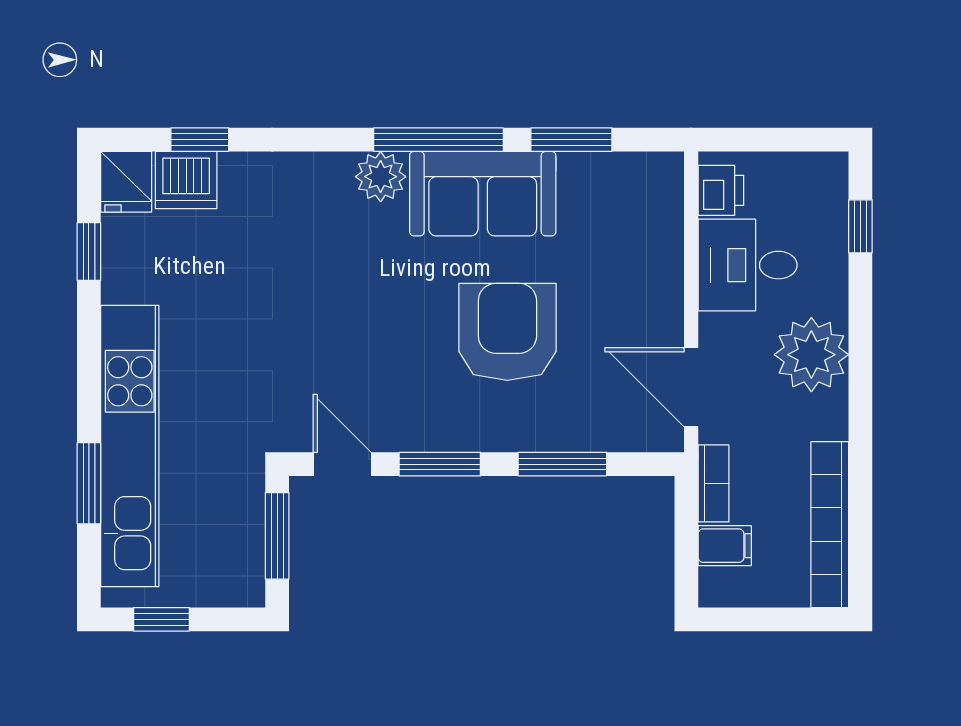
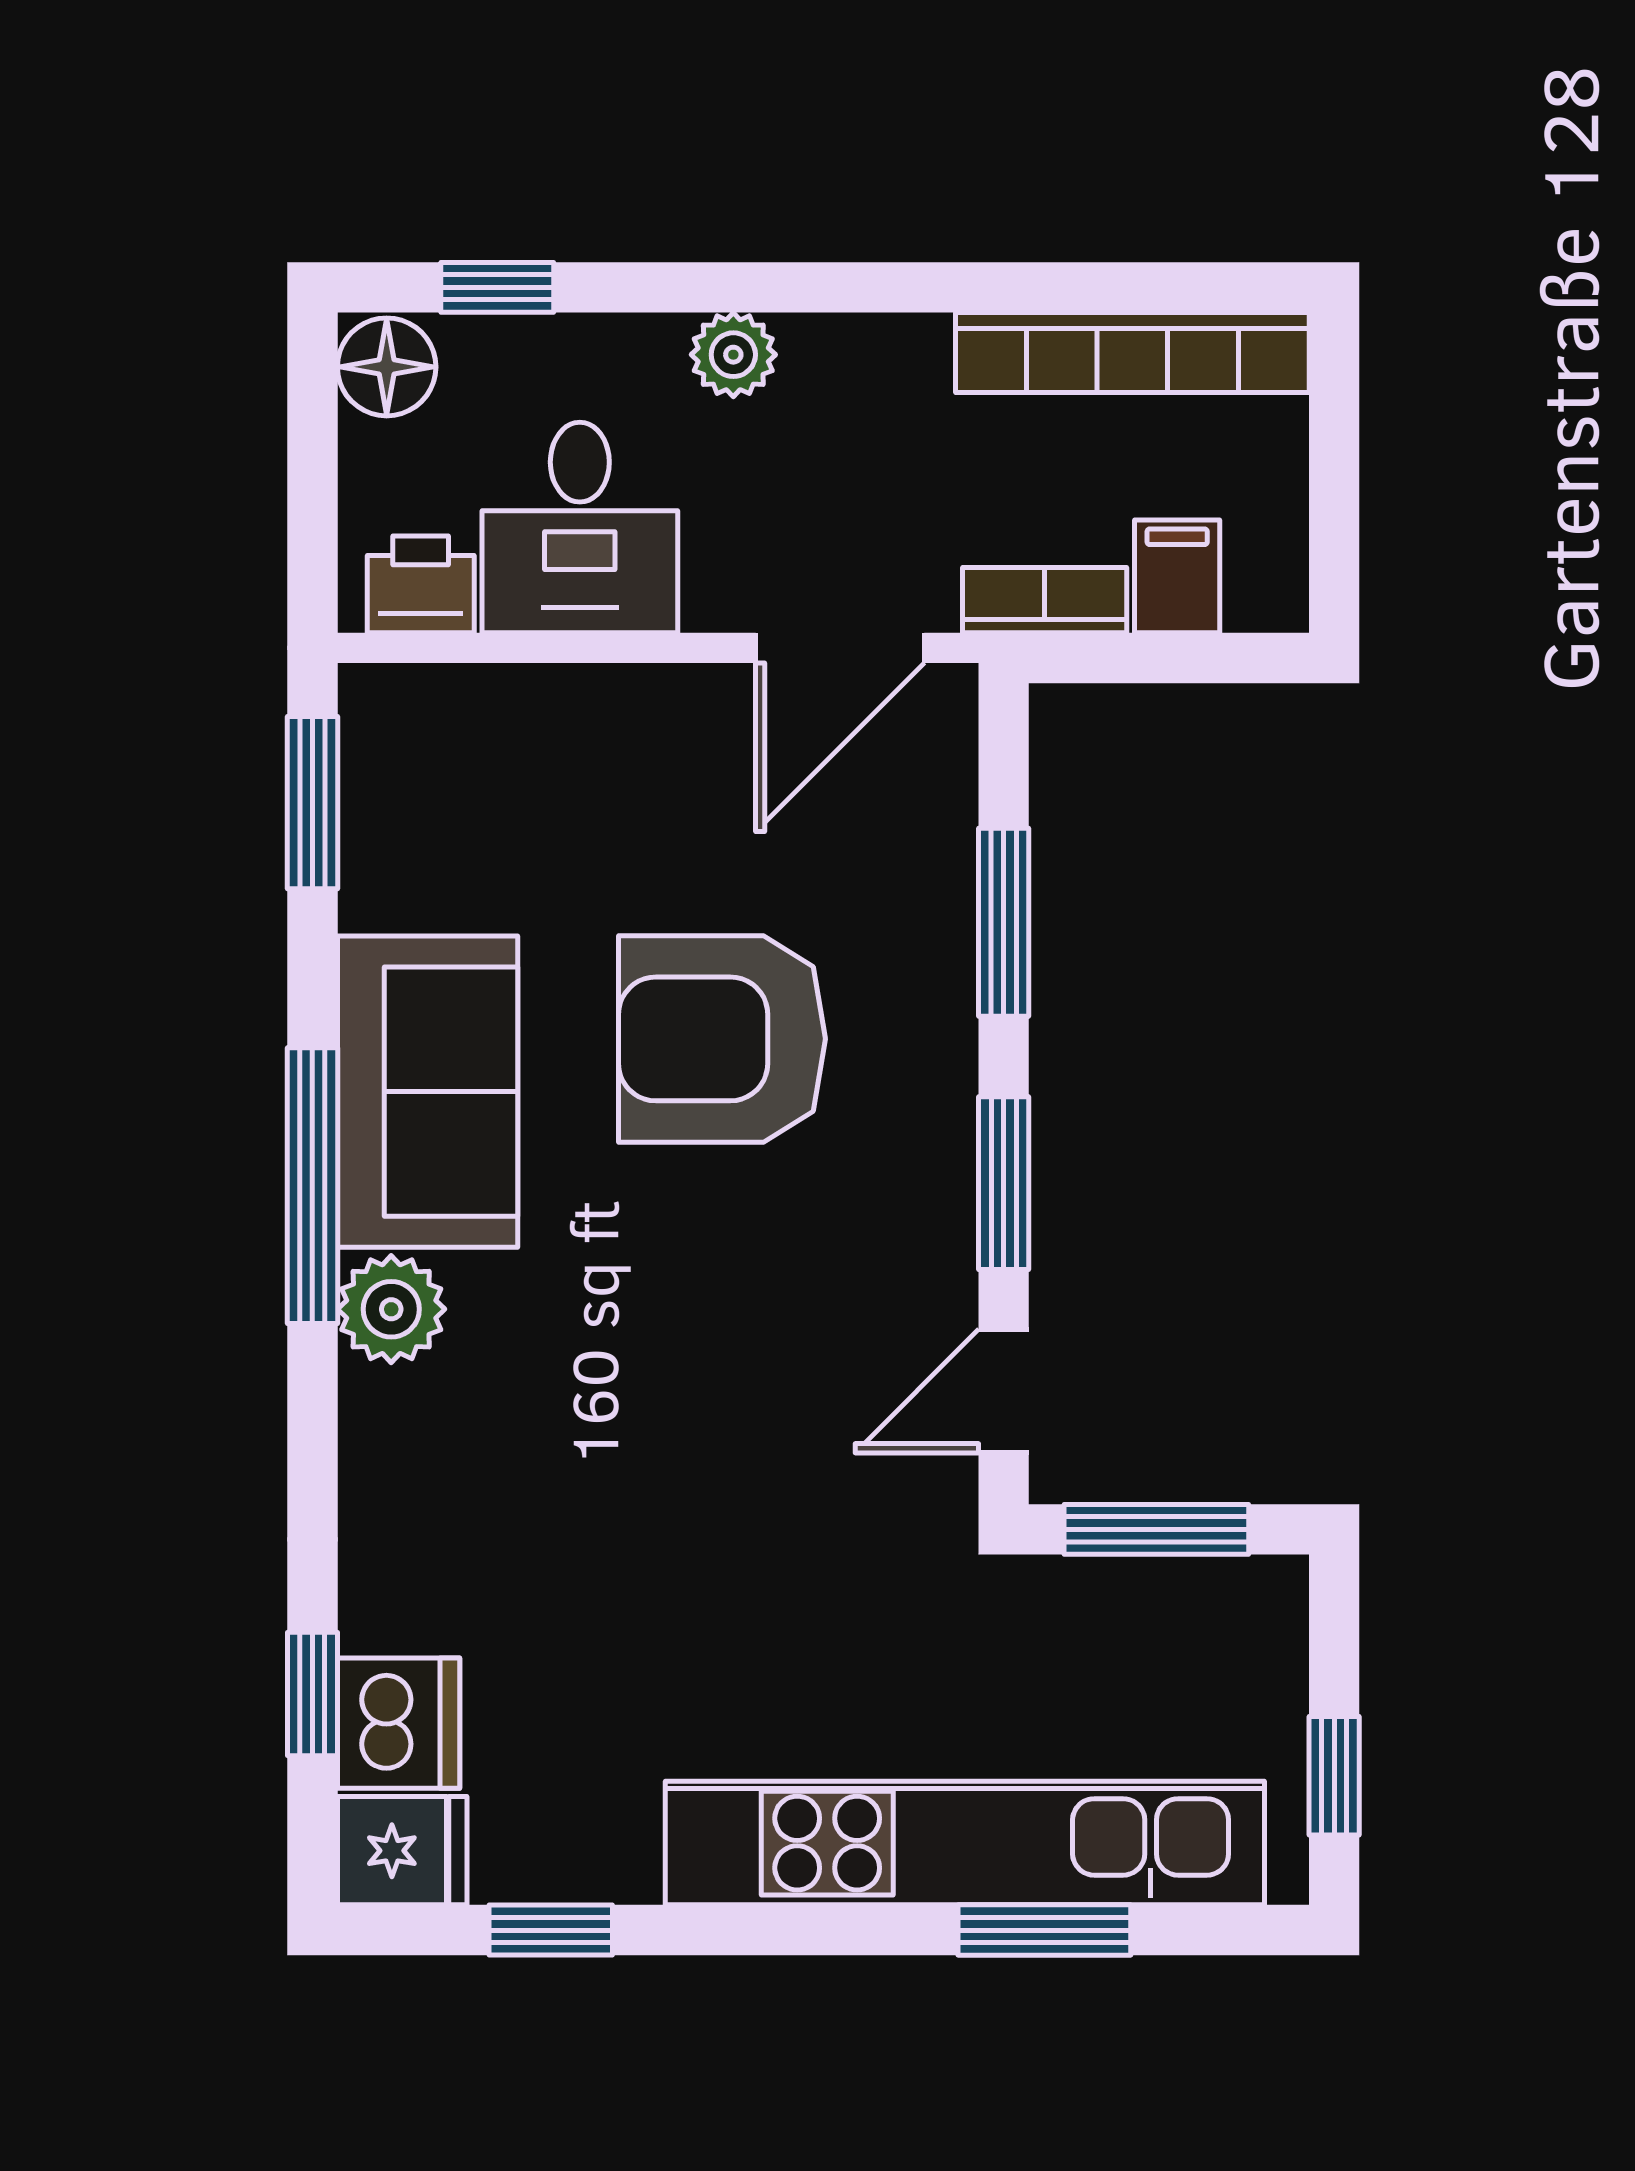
window: (571, 140) -> (312, 803), moved
floor lamp: (823, 174) -> (387, 367), added
plant: (811, 355) -> (733, 355), width x0.53, depth x0.53

